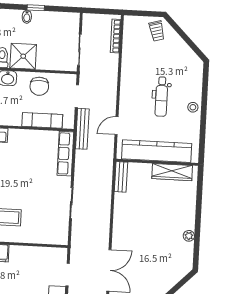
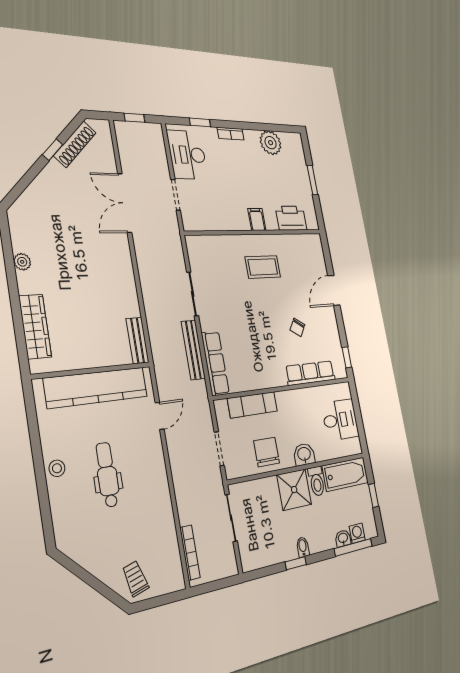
bench: (82, 129) -> (193, 350), moved
wardrobe: (172, 172) -> (35, 327), moved, turned 90

